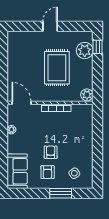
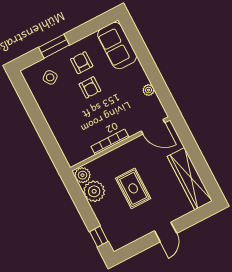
plant: (85, 51) -> (94, 191), moved
wardrobe: (15, 54) -> (190, 179), added
rug: (57, 68) -> (133, 188), width x0.73, depth x0.70

